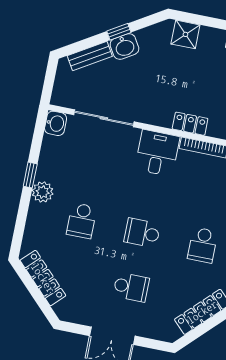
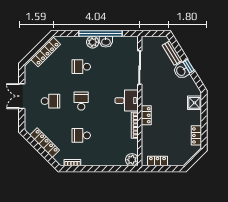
washbasin: (56, 123) -> (106, 42), moved
window: (30, 175) -> (100, 33), width x3.17
school desk: (131, 287) -> (50, 101), turned -90

